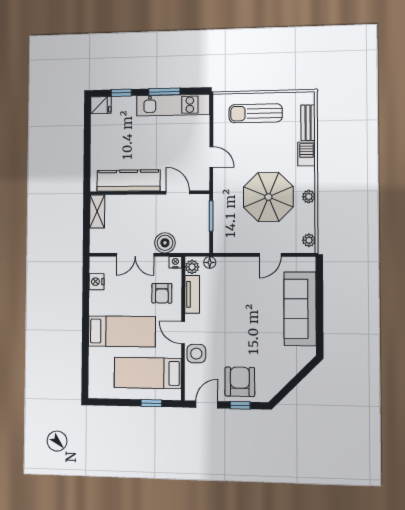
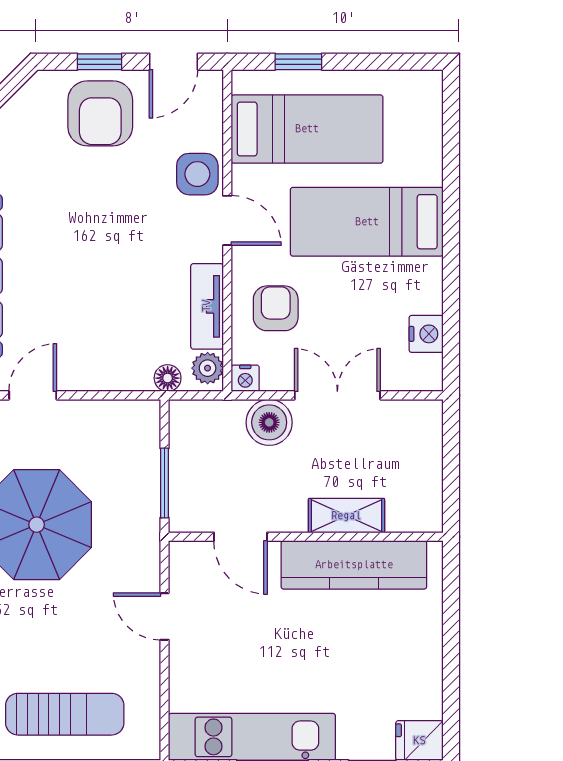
shelving: (97, 211) -> (346, 516), moved, turned 90

